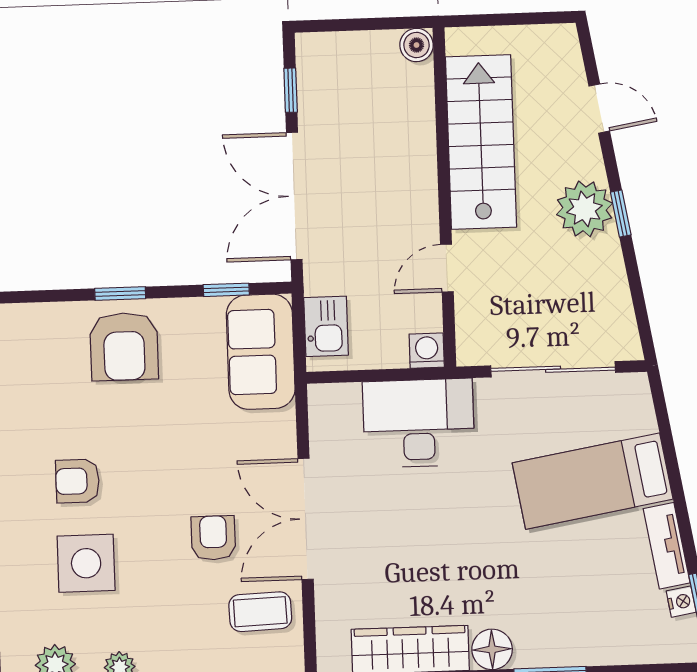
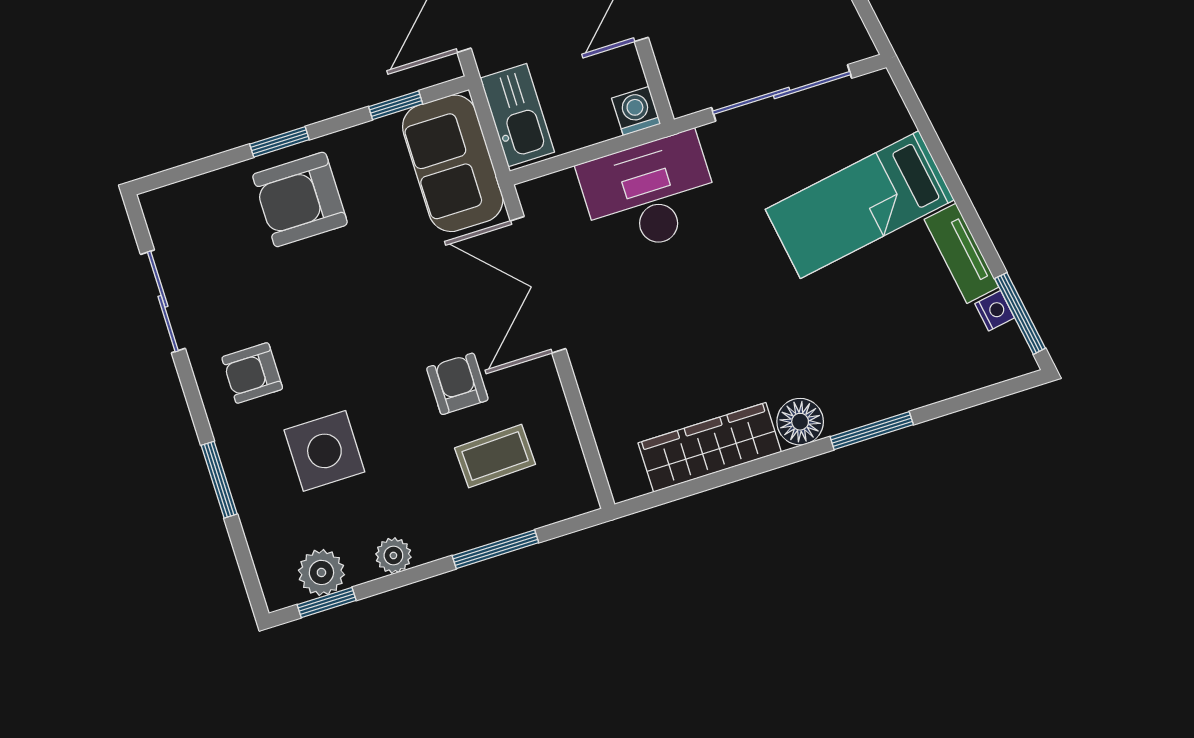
kitchen sink: (326, 326) -> (517, 115), width x1.38
armchair: (124, 347) -> (300, 199), turned 90
armchair: (77, 481) -> (252, 373), moved
double door: (306, 519) -> (538, 285), moved
coffee table: (260, 612) -> (495, 456), moved

